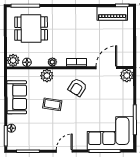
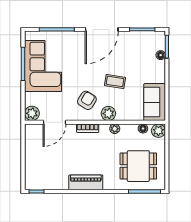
piano: (112, 14) -> (86, 182), moved
plant: (47, 76) -> (108, 114), moved
sofa: (17, 97) -> (155, 102), moved
corner sofa: (110, 133) -> (43, 66), moved, turned -90
door: (64, 151) -> (102, 29), width x1.88

